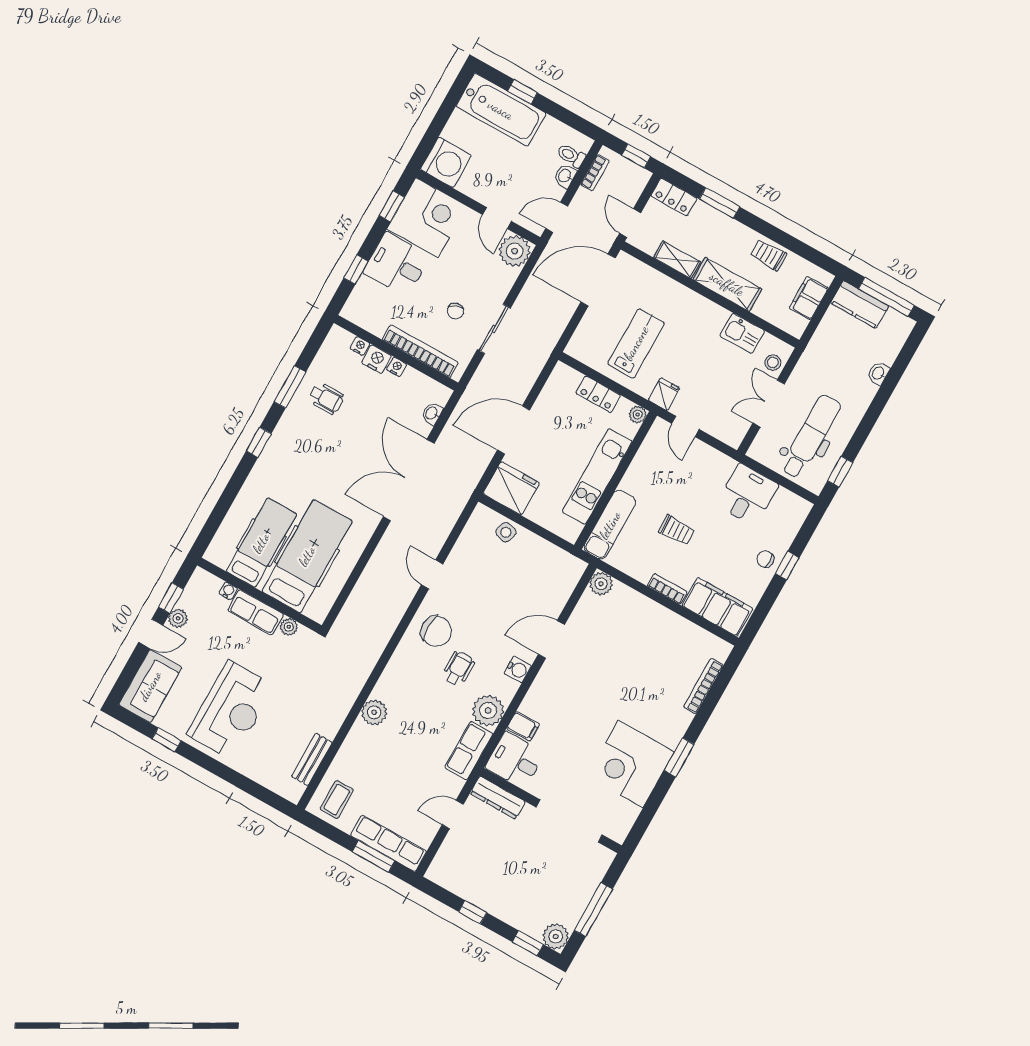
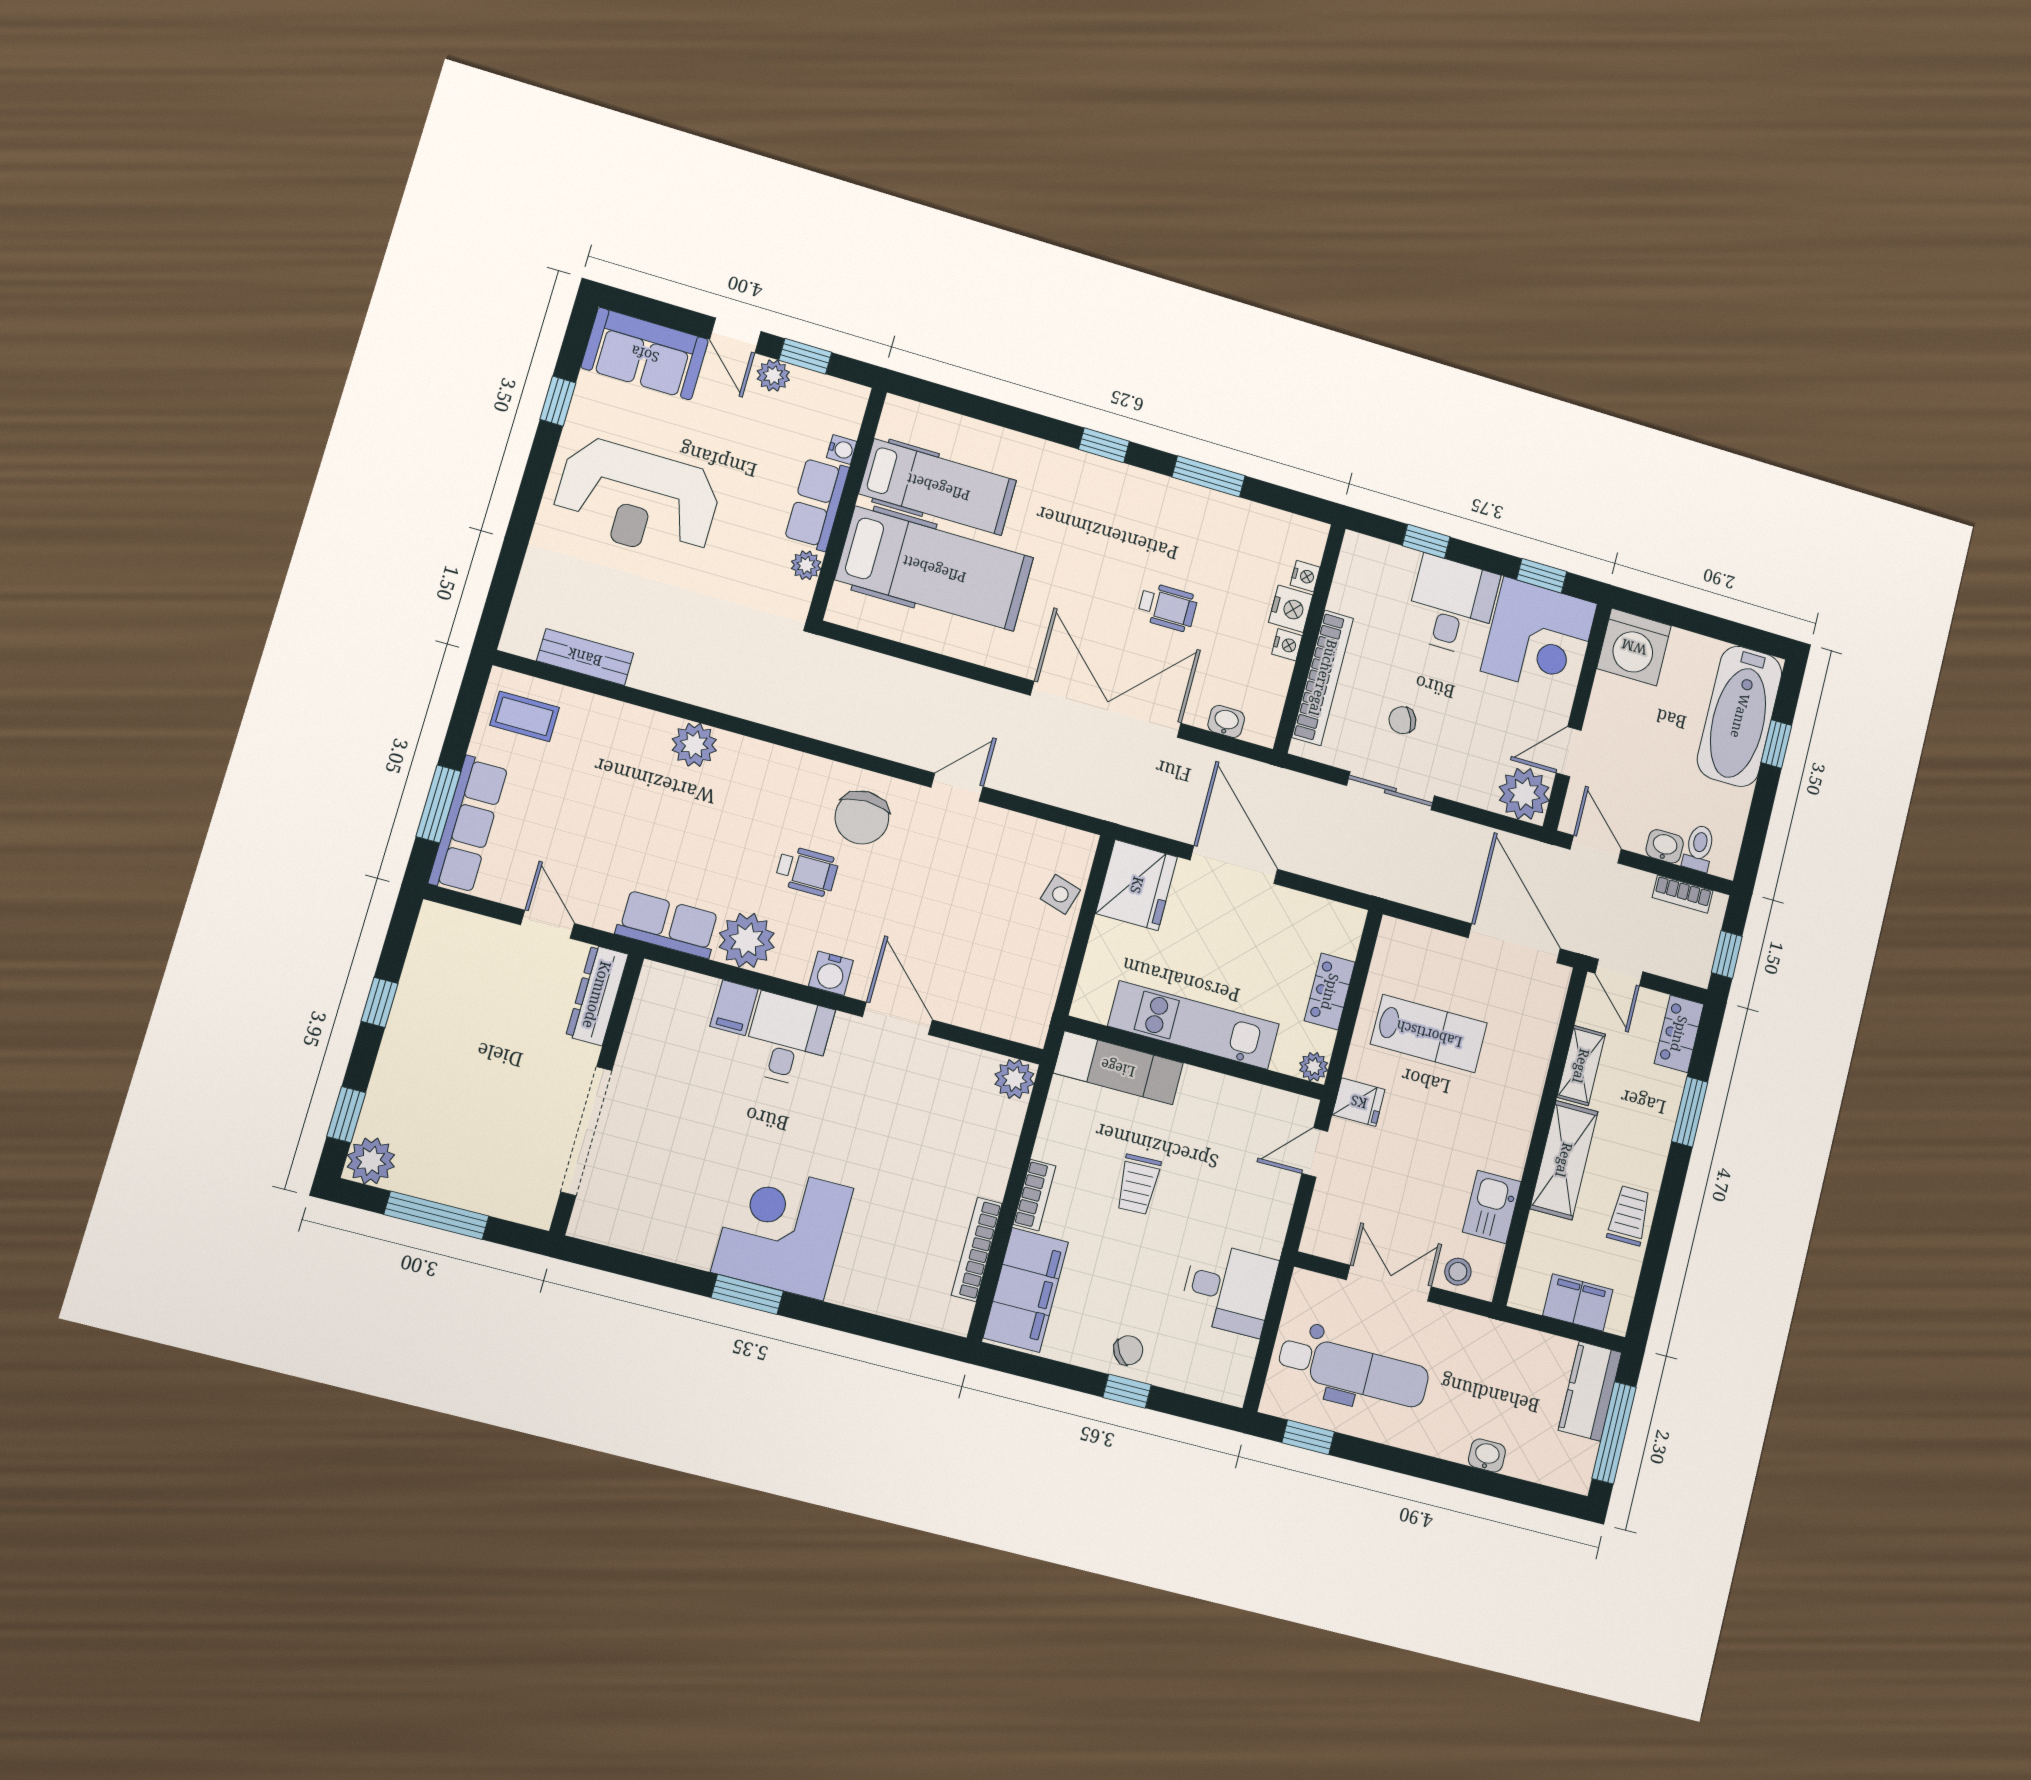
door: (630, 223) -> (1619, 973), swing flipped
wheelchair: (326, 398) -> (1168, 607), moved, turned -90
chair: (765, 559) -> (1128, 1350), turned 56
bookcase: (703, 686) -> (977, 1249), moved, turned -90
desk: (515, 760) -> (787, 1040), moved
corner desk: (631, 764) -> (782, 1230), moved

